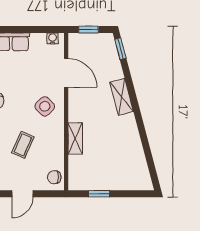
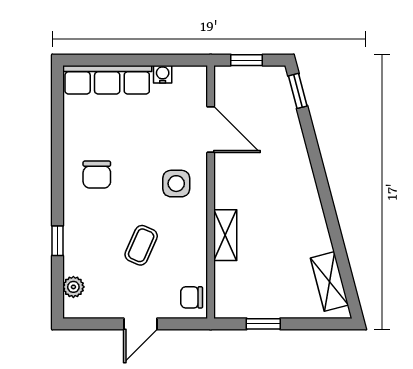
water cooler: (53, 38) -> (163, 74), moved
shelving: (122, 97) -> (329, 281), moved
side table: (45, 106) -> (176, 184), turned 45

